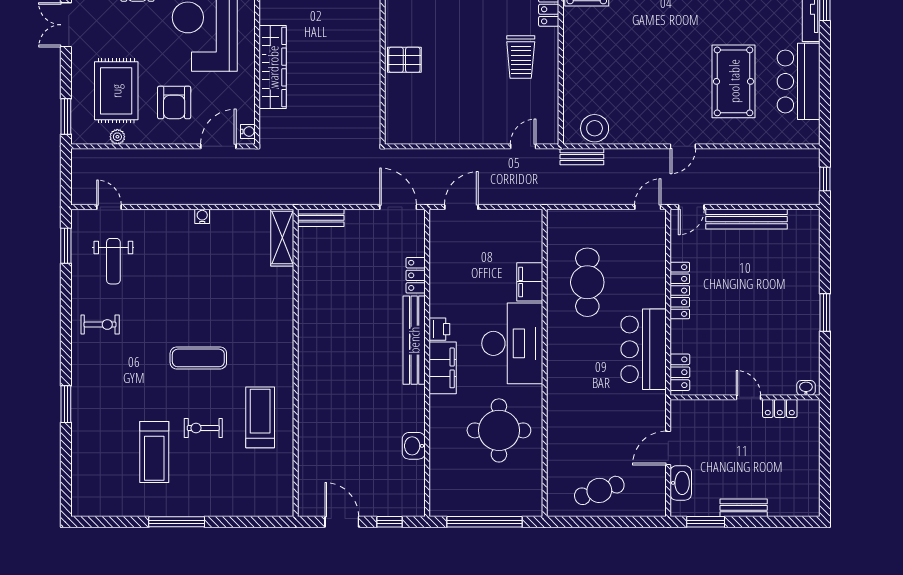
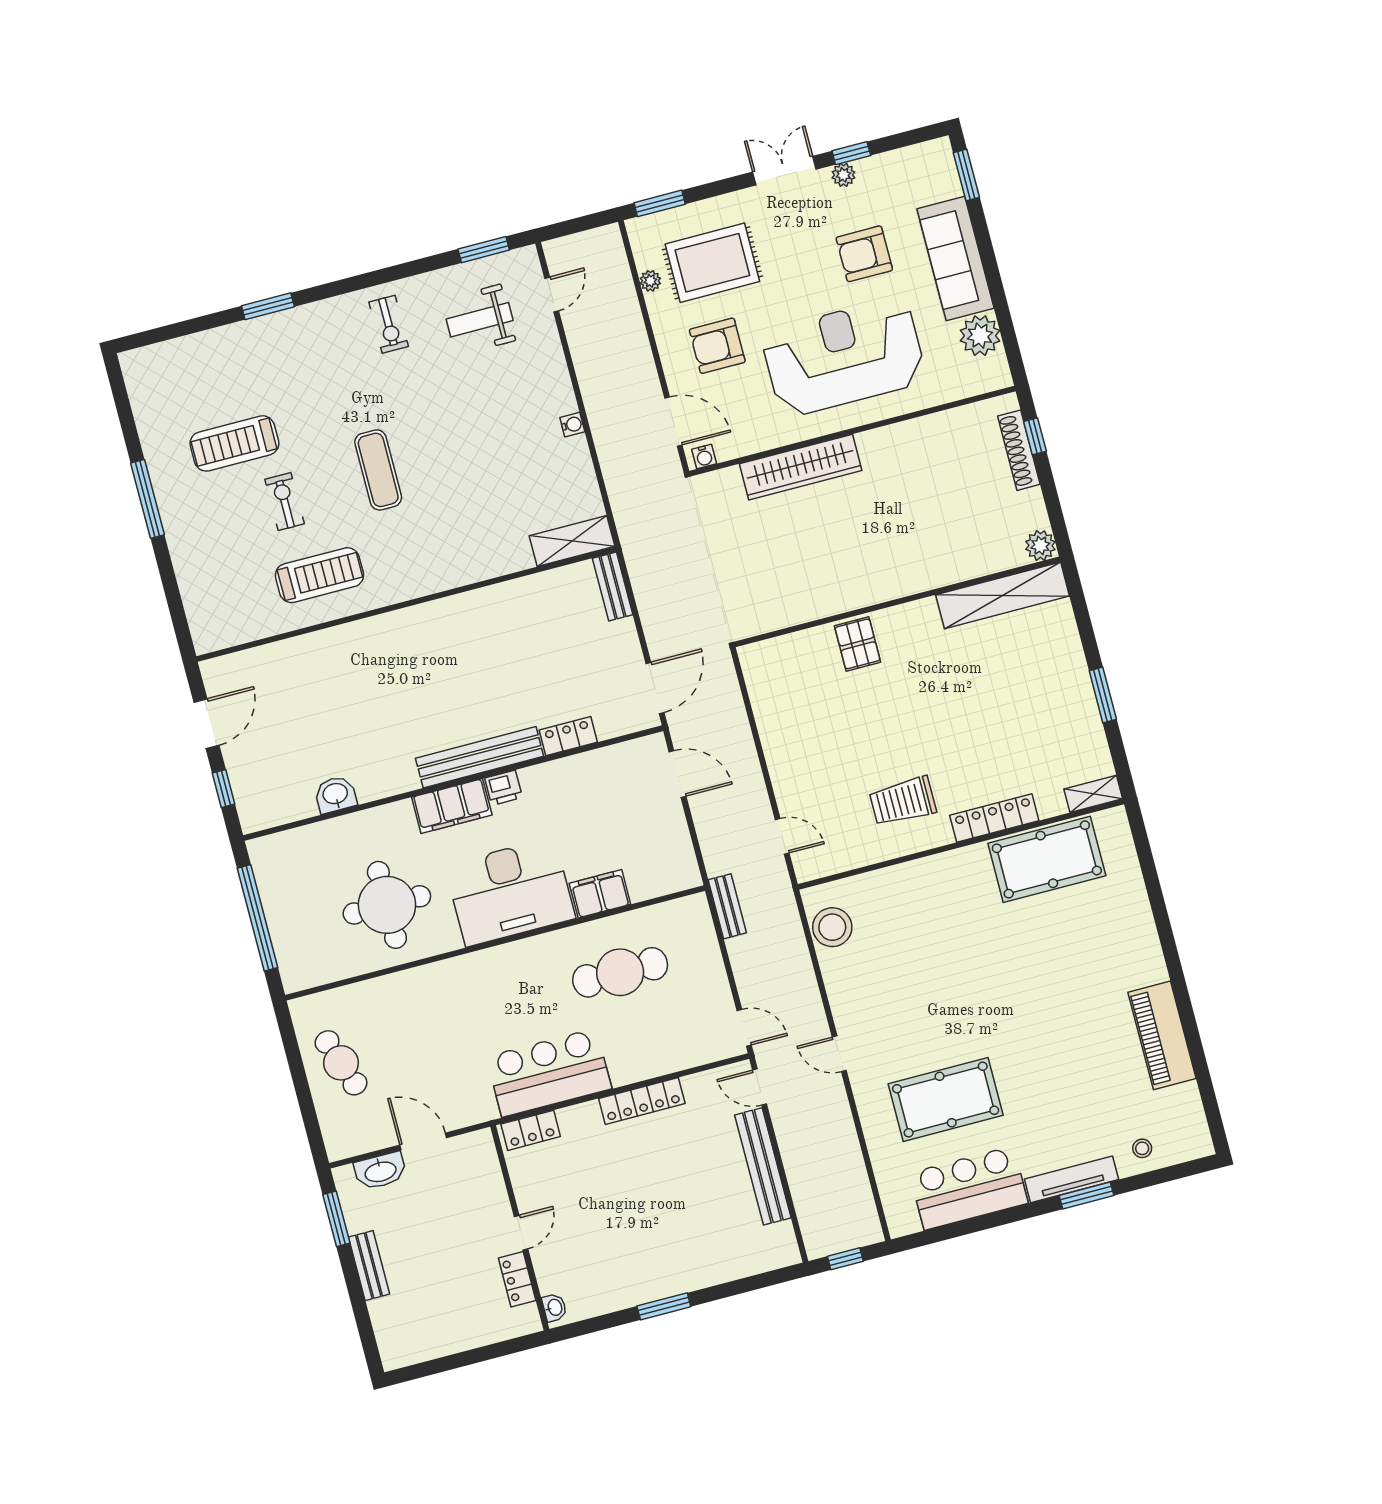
bench: (582, 157) -> (727, 906), moved

